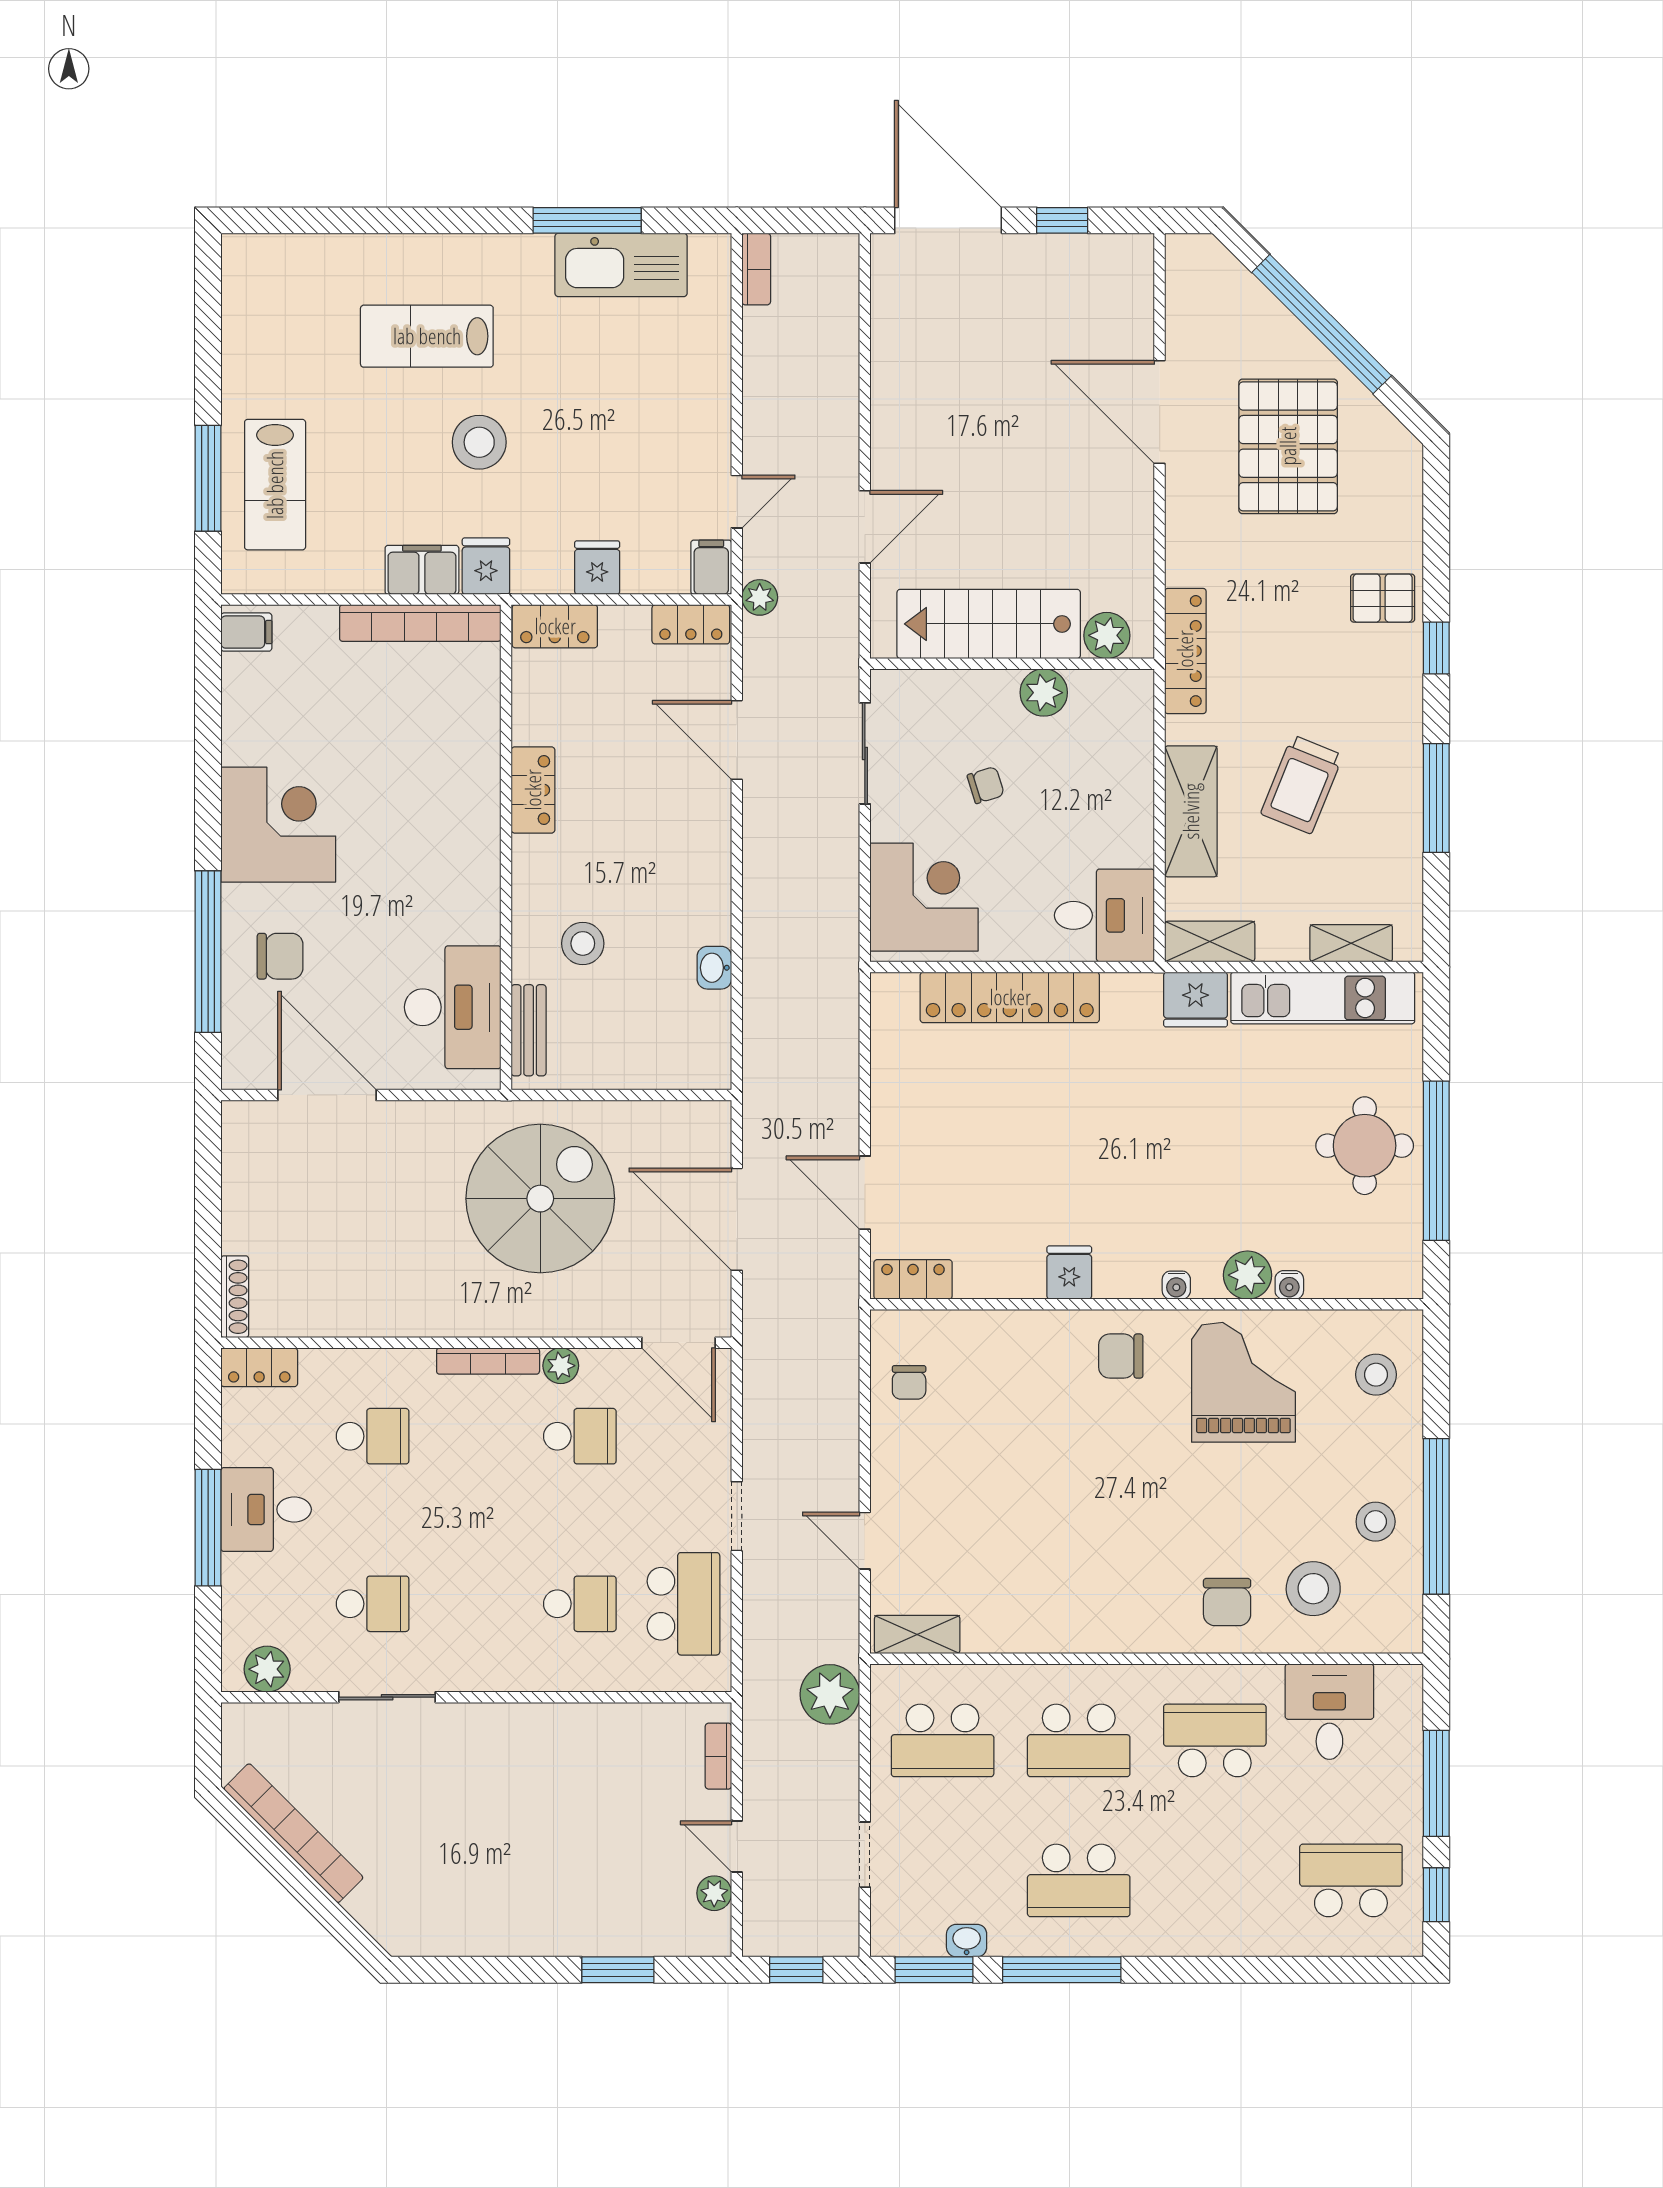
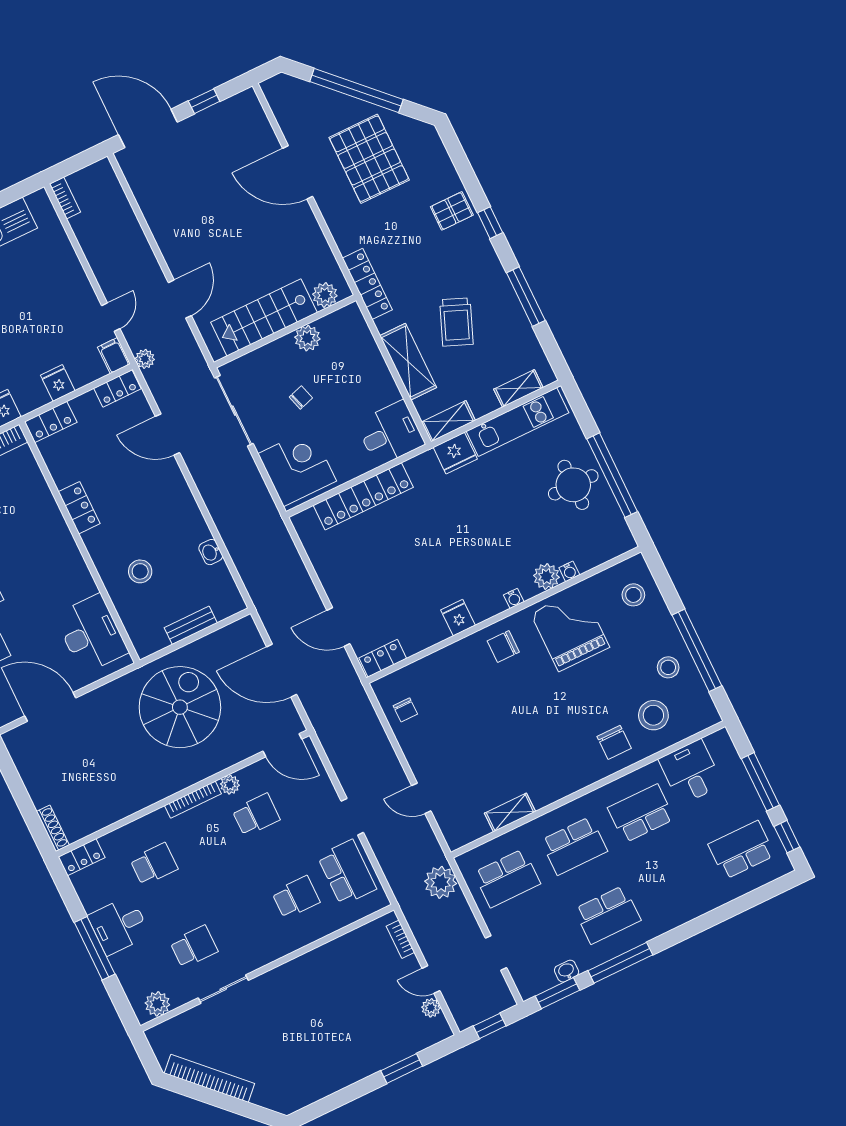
sliding door: (865, 753) -> (234, 411), width x1.37
bench: (529, 1030) -> (191, 625), moved, turned 90
shelving: (917, 1634) -> (510, 812), moved

